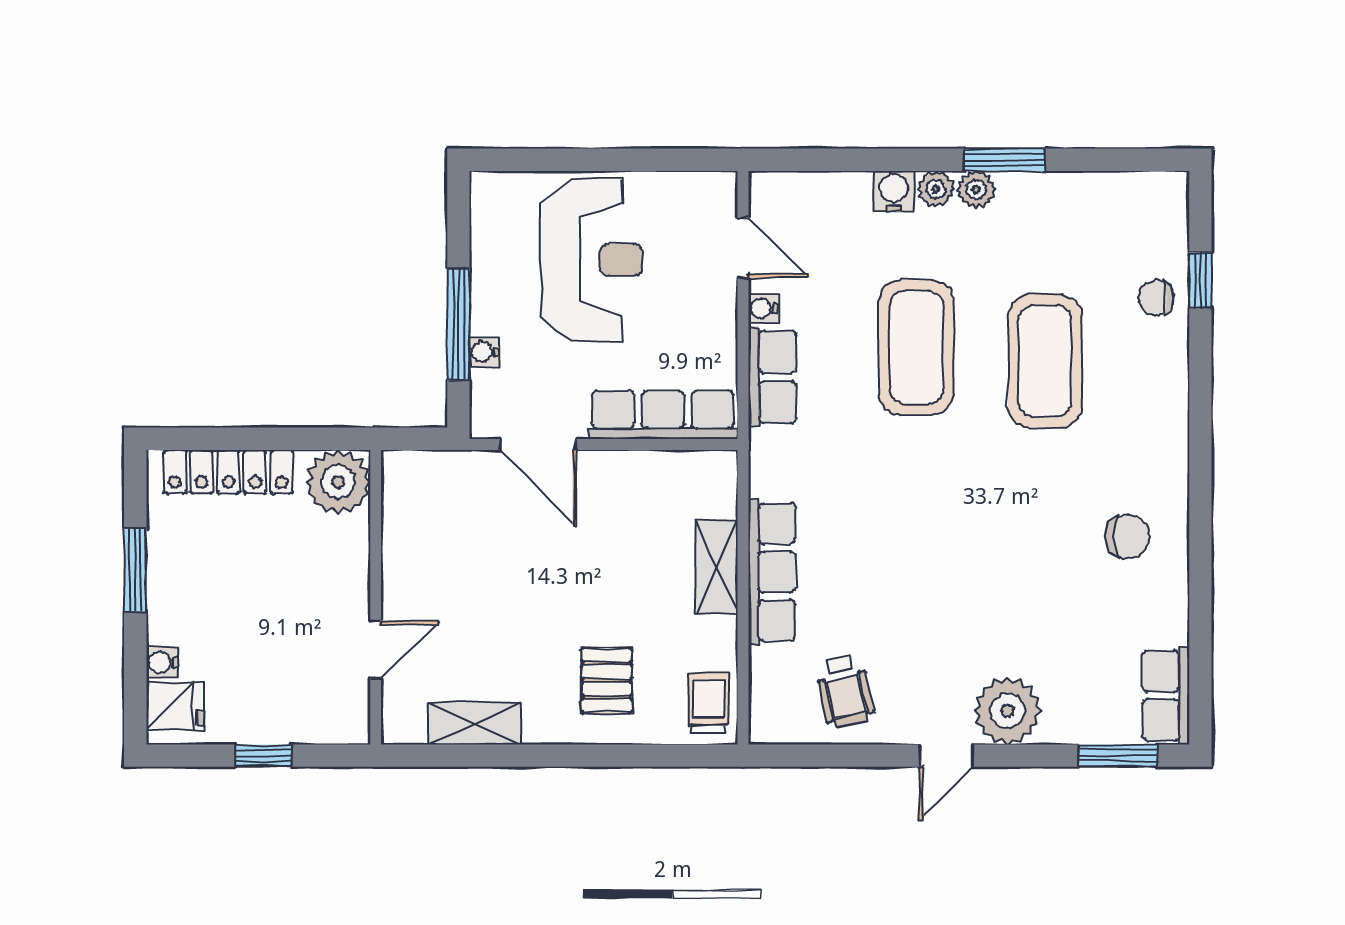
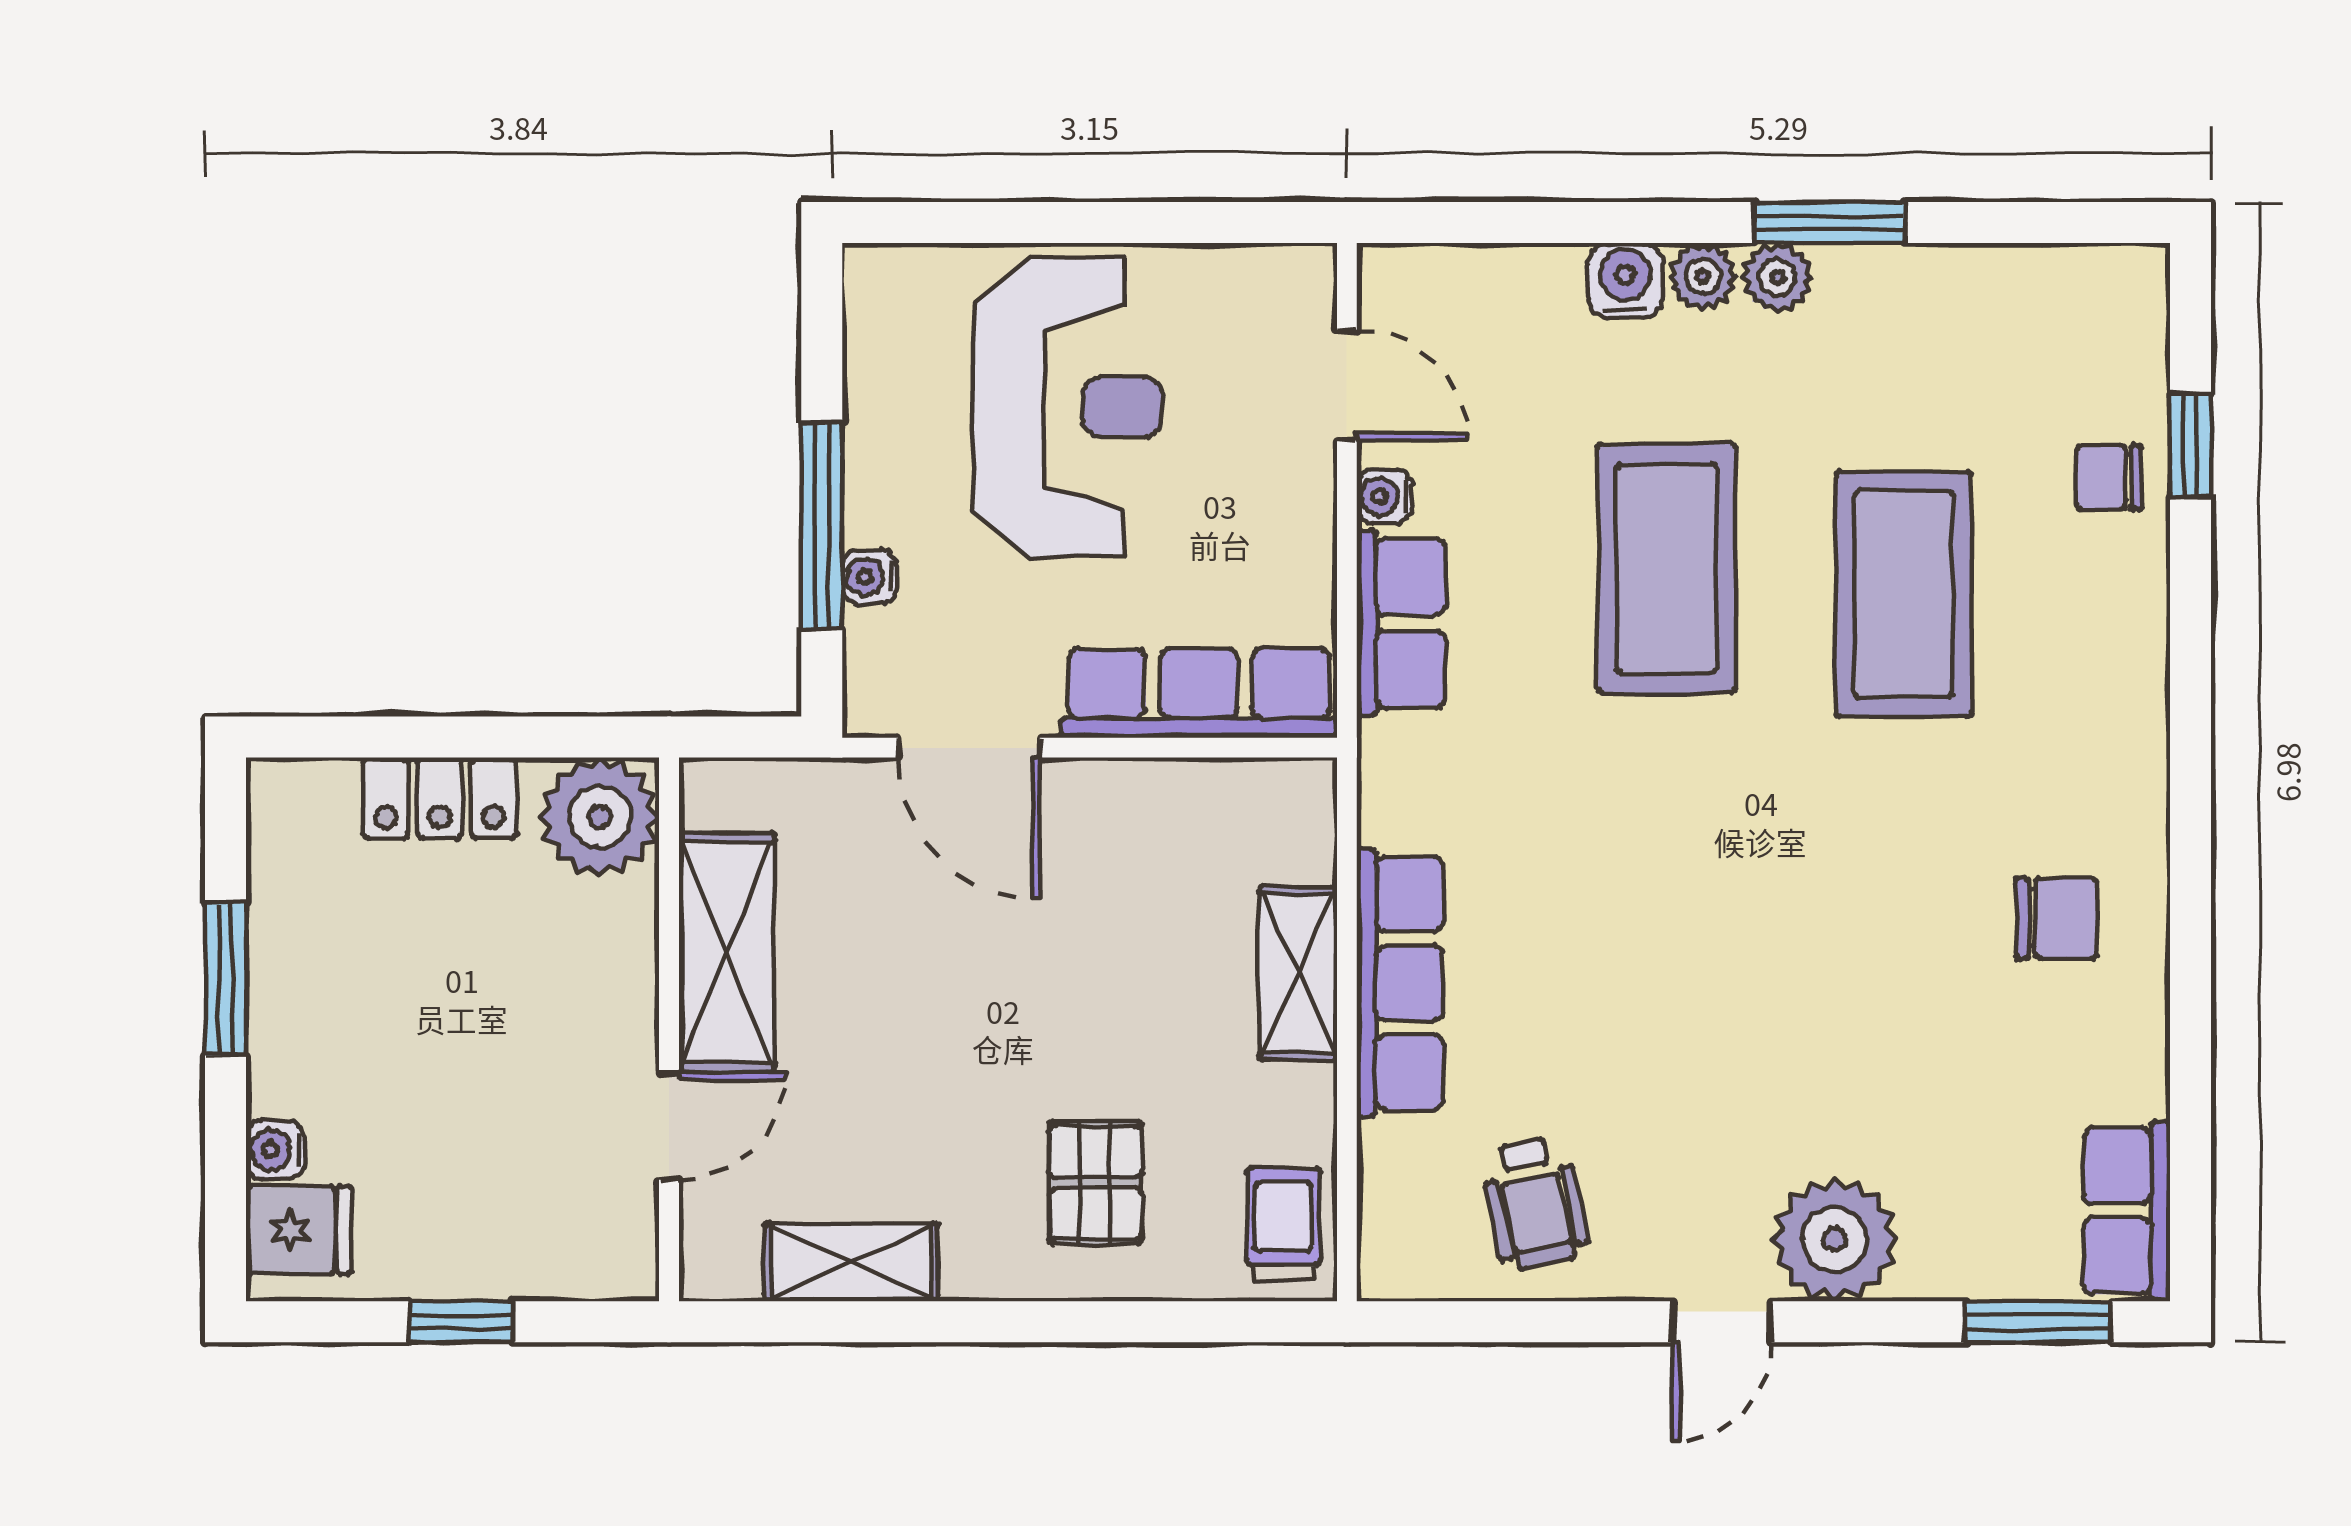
locker: (228, 472) -> (440, 798), width x0.66
shelving: (407, 555) -> (727, 953), added

